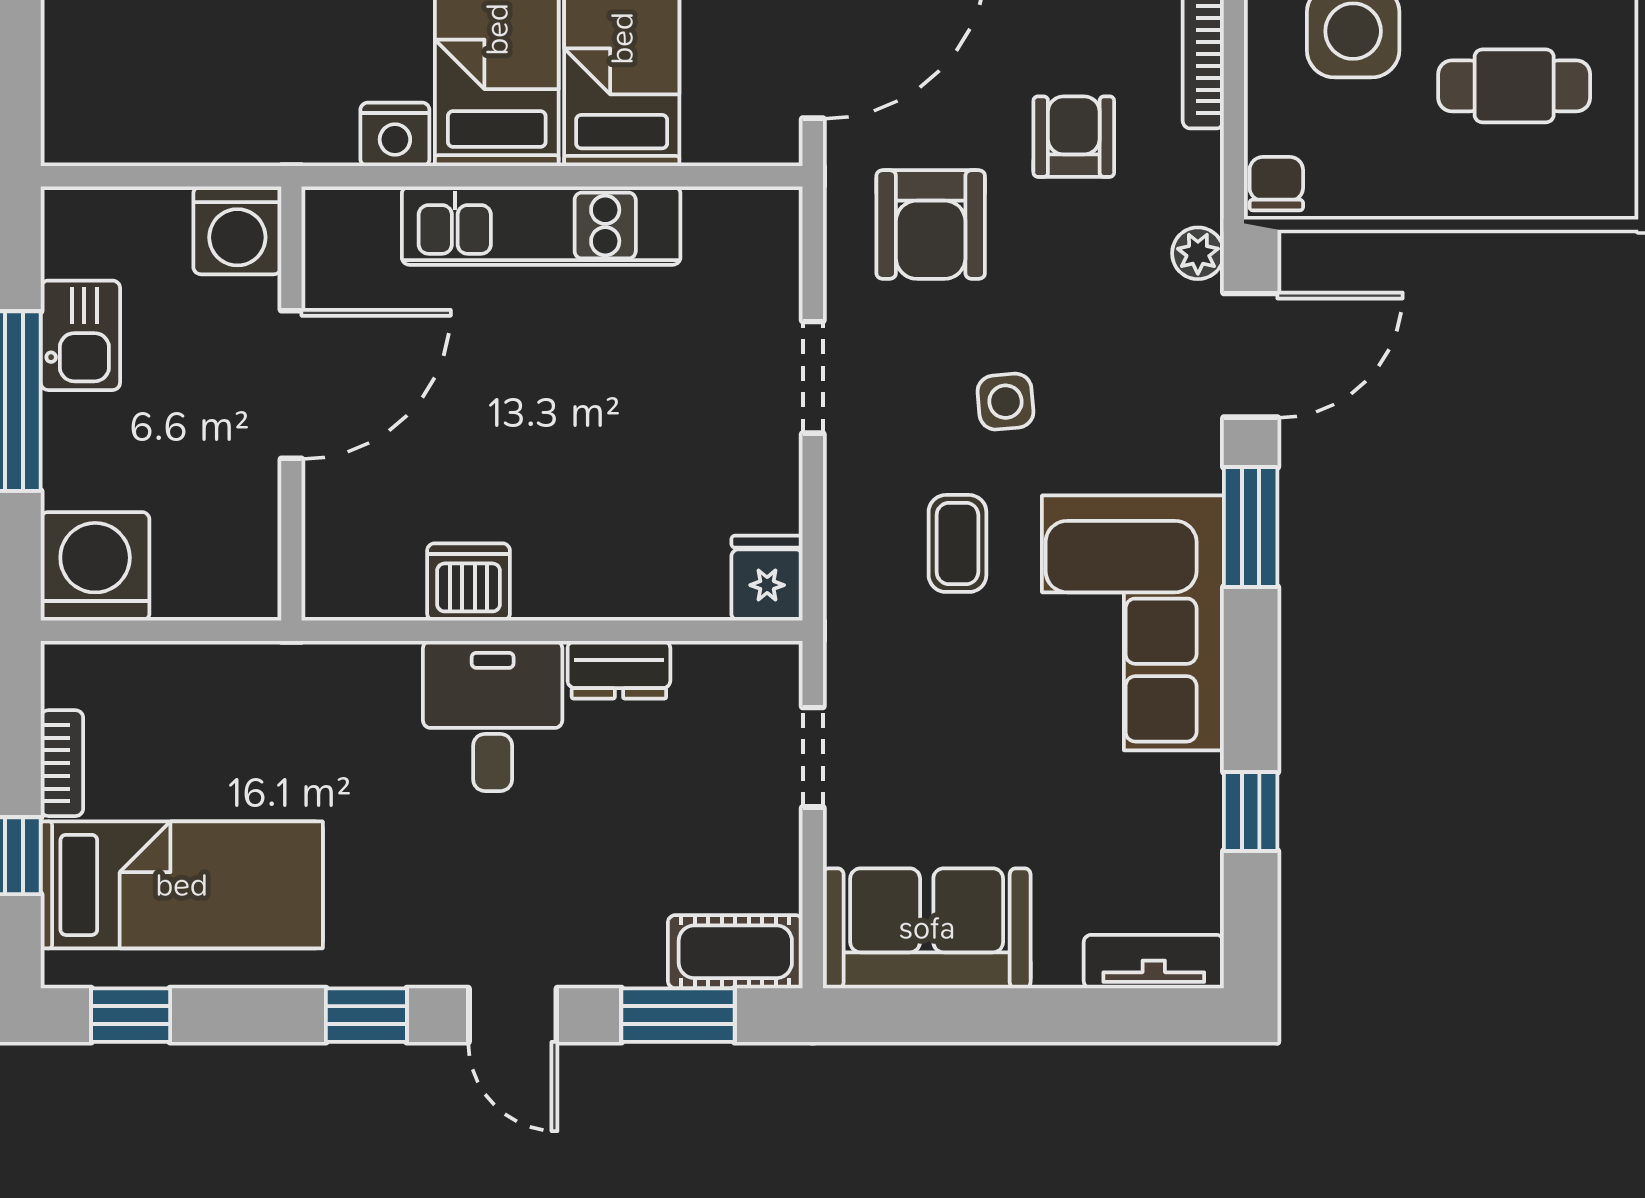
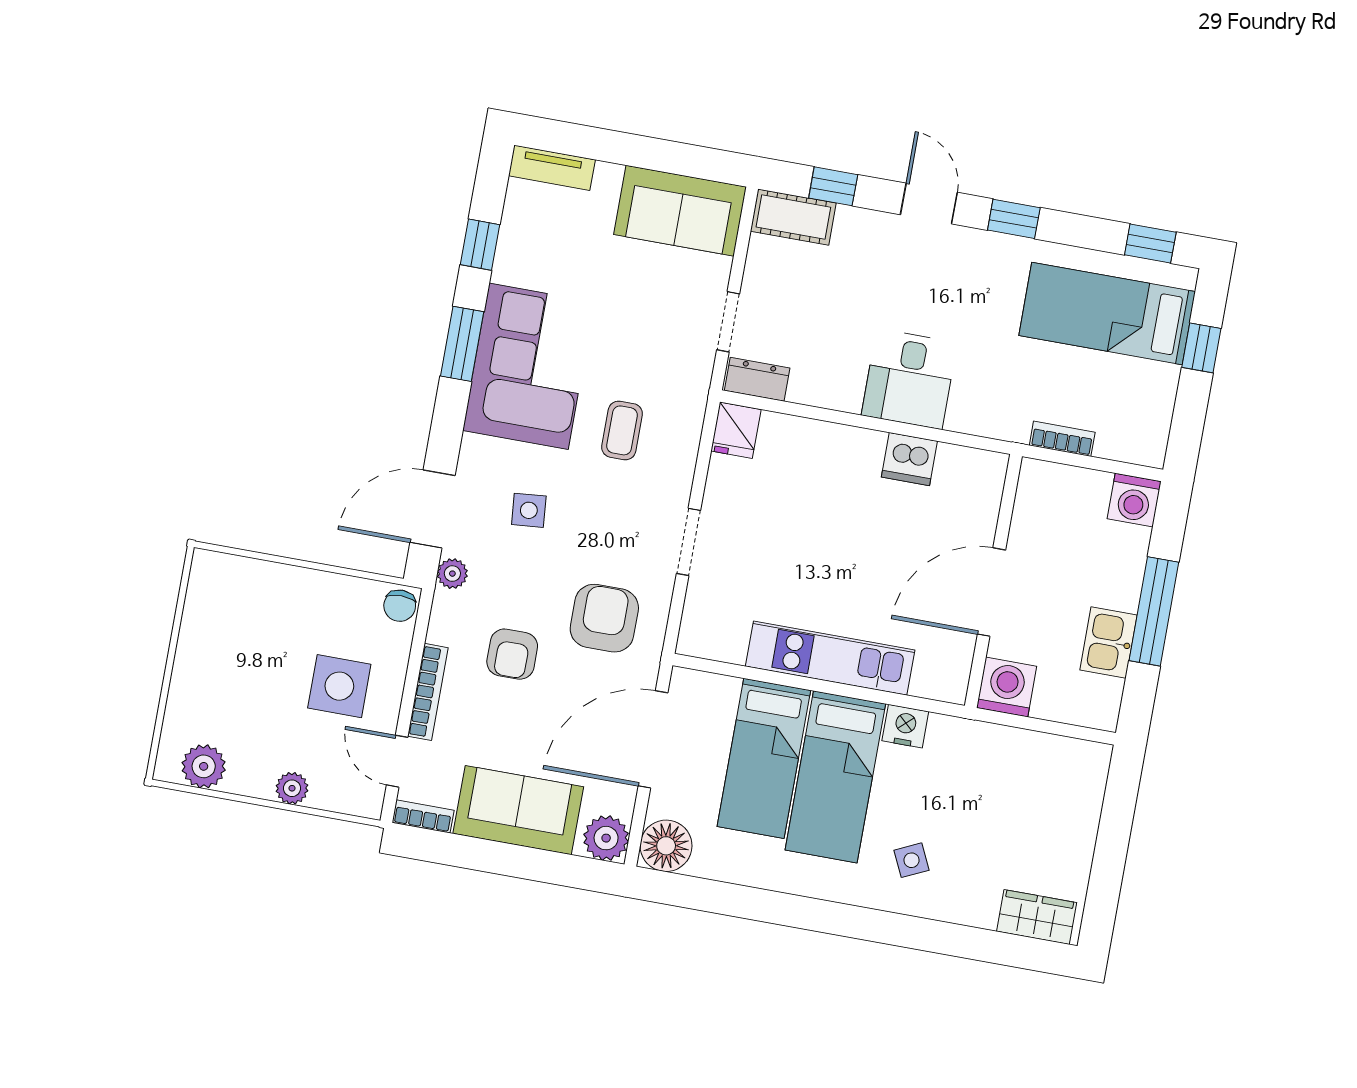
cafe table: (1514, 86) -> (252, 638), removed
side table: (1005, 402) -> (529, 510), moved
window: (1251, 527) -> (462, 344), moved
washing machine: (95, 566) -> (1134, 500), width x0.73, depth x0.73
dresser: (619, 670) -> (757, 379), moved
bookcase: (62, 763) -> (1062, 439), moved, turned 90
window: (678, 1015) -> (833, 186), width x0.67

